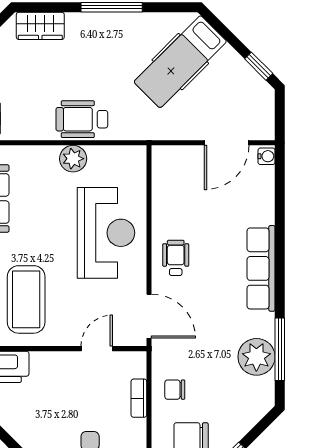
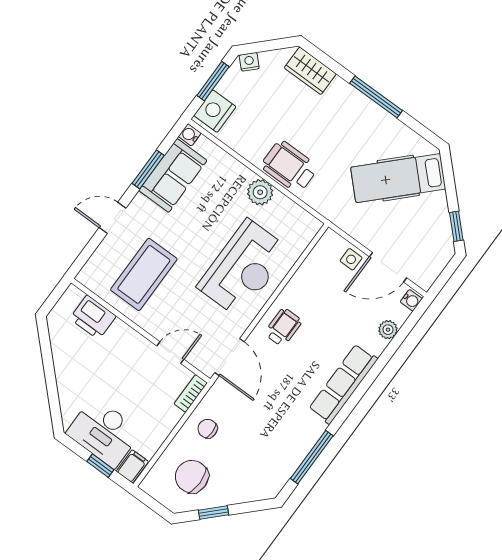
side table: (191, 159) -> (351, 259), added
plant: (256, 357) -> (388, 330), moved, width x0.53, depth x0.53
bookcase: (139, 398) -> (191, 393), moved

